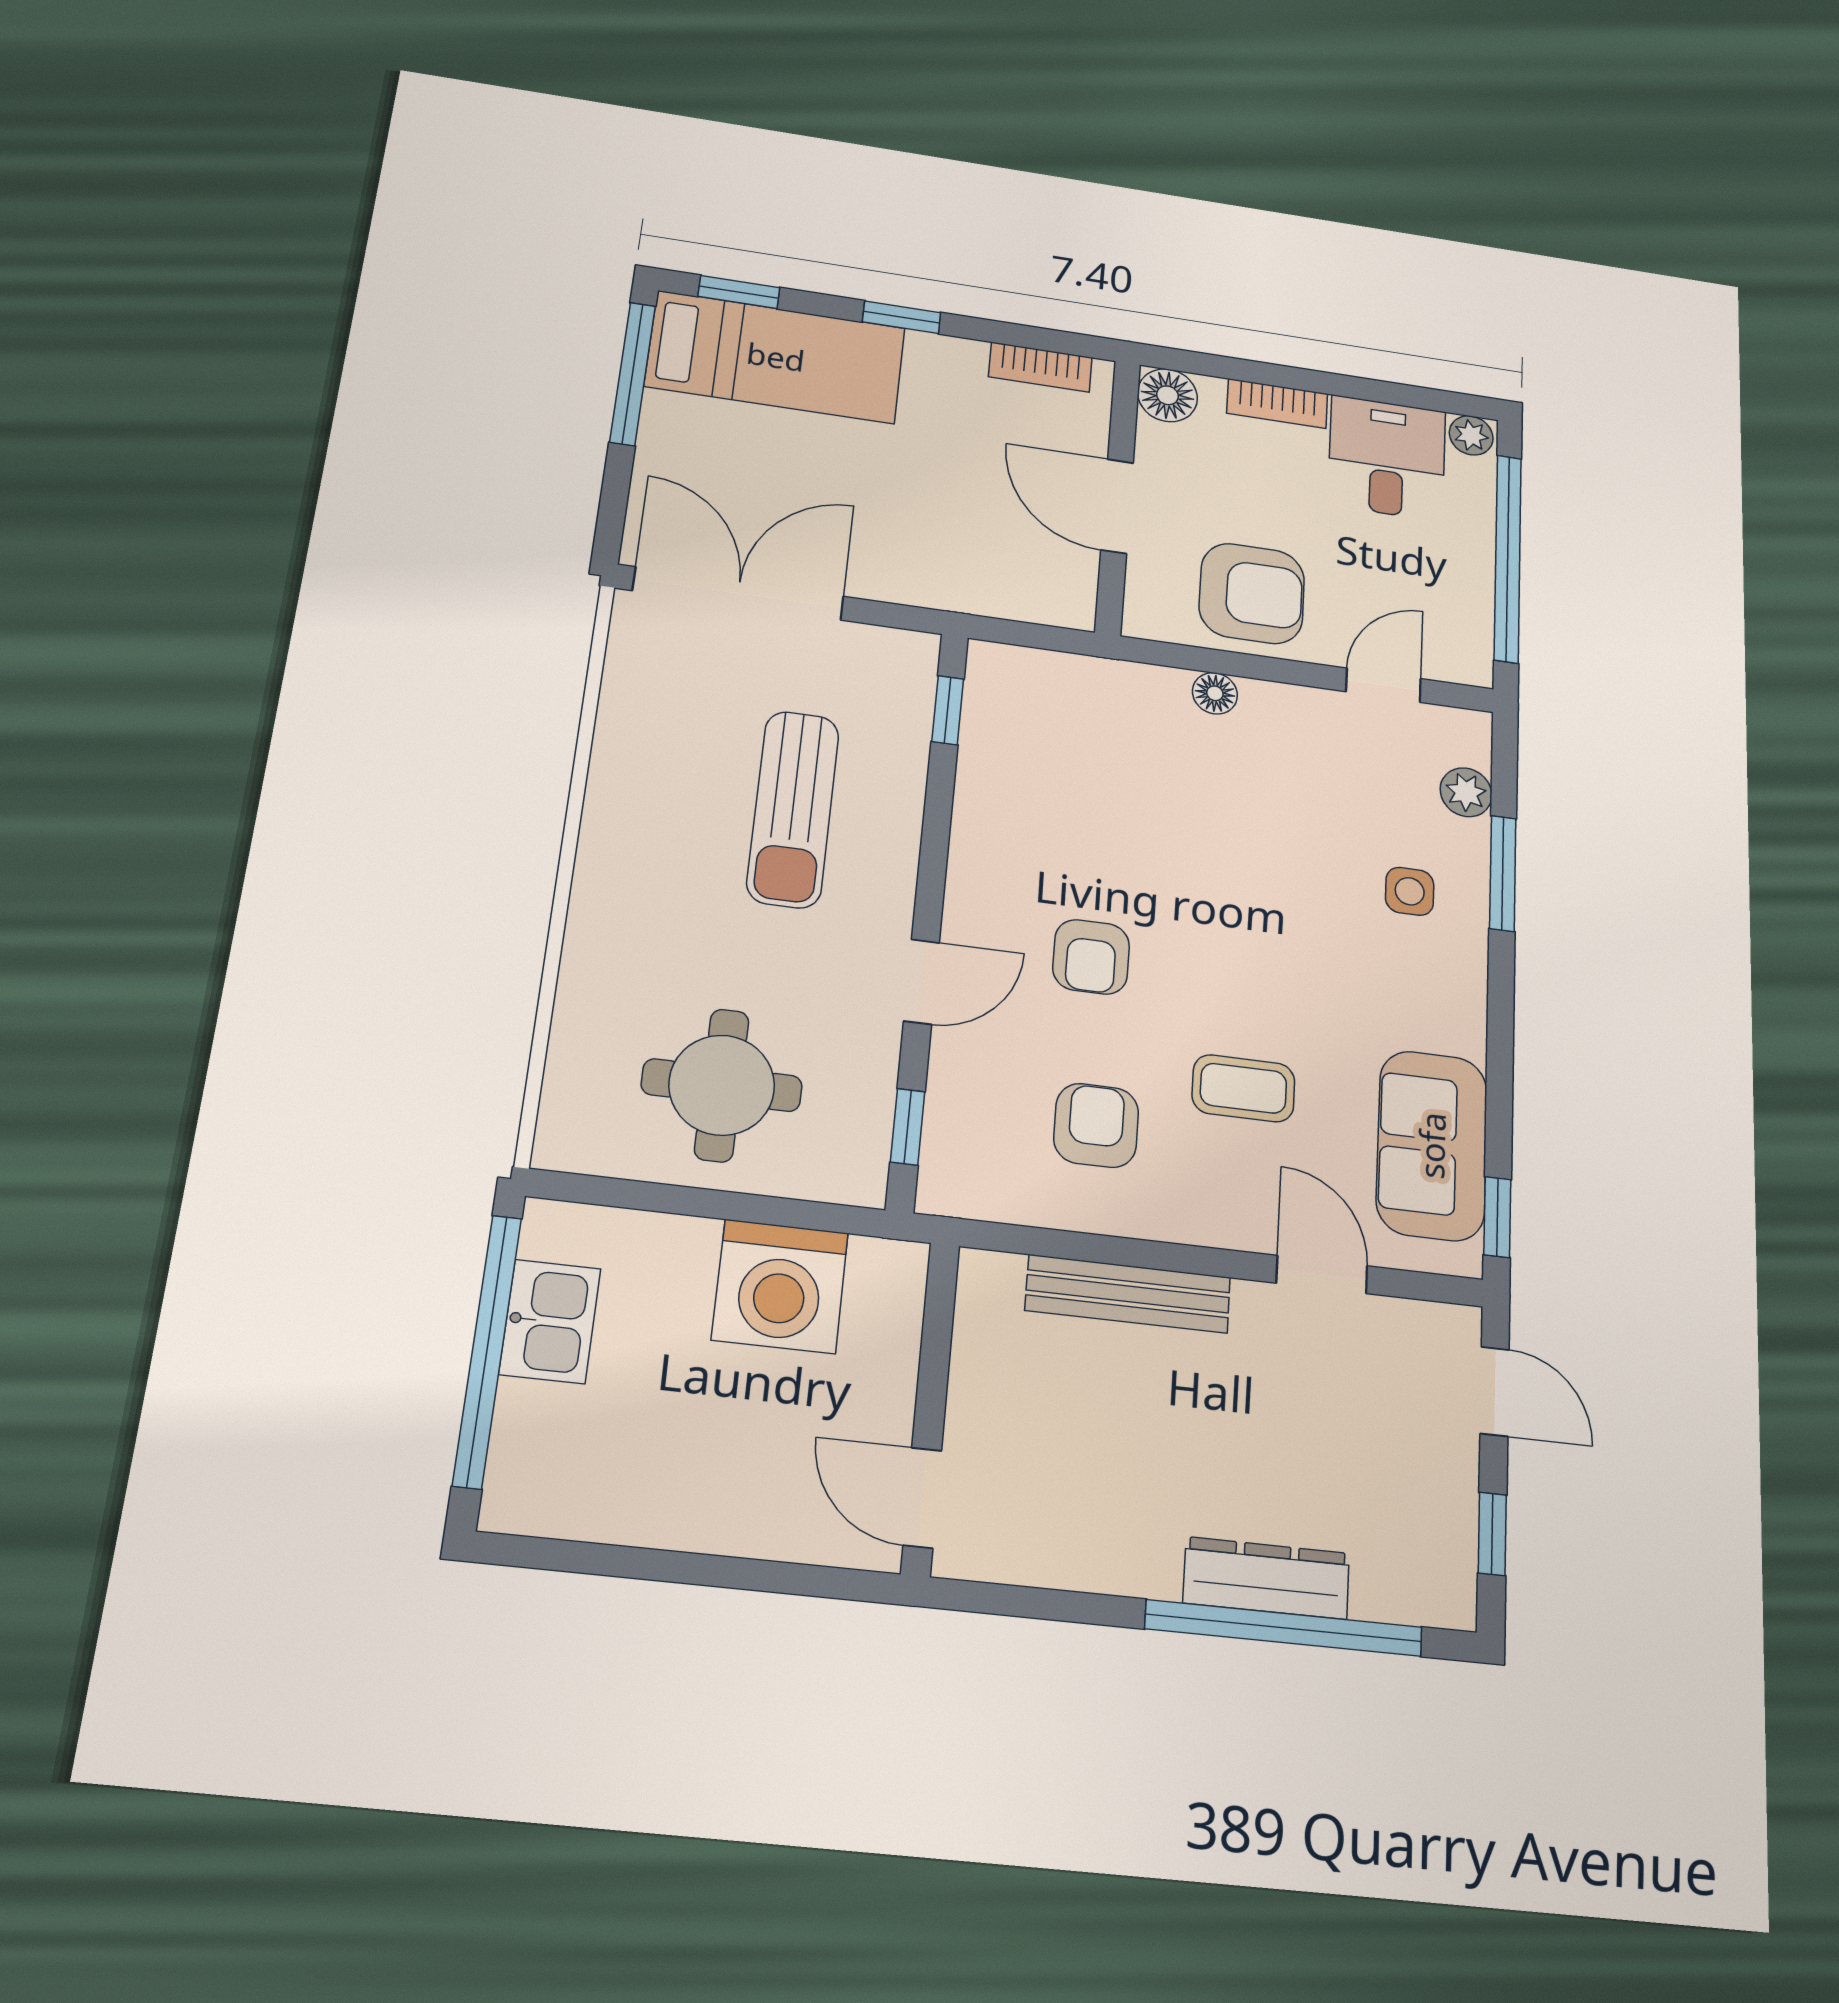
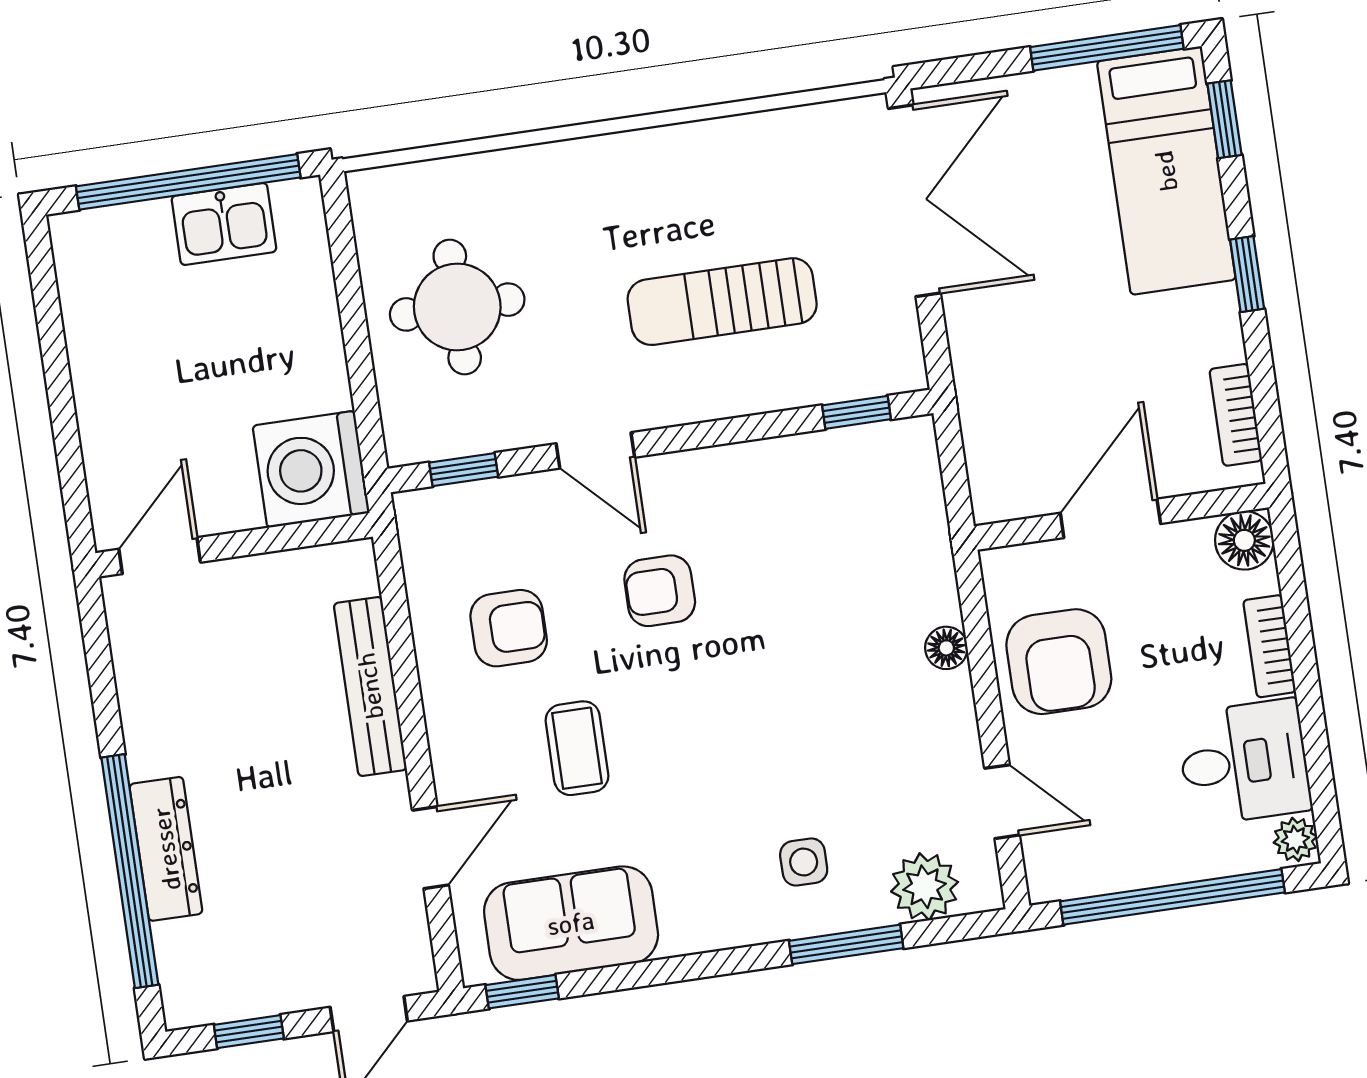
plant: (1466, 792) -> (925, 887), width x1.38, depth x1.38
washing machine: (780, 1286) -> (311, 469), moved

